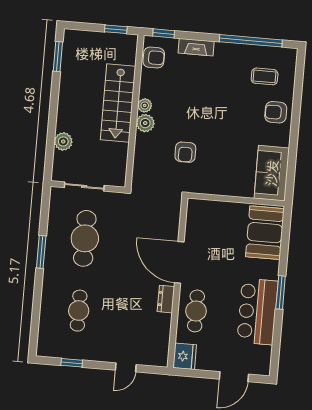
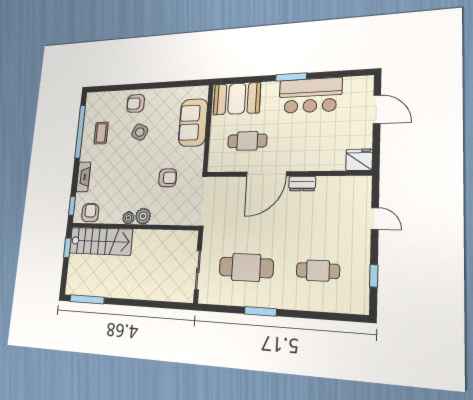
window: (58, 57) -> (87, 299), width x1.44
coffee table: (265, 76) -> (101, 133), moved
stairs: (118, 103) -> (101, 241), moved
armchair: (276, 112) -> (136, 103), turned 90
side table: (241, 118) -> (140, 132), added
plant: (63, 141) -> (158, 292), removed
sofa: (272, 173) -> (193, 123), moved, turned 90
cafe table: (196, 311) -> (247, 141), moved

